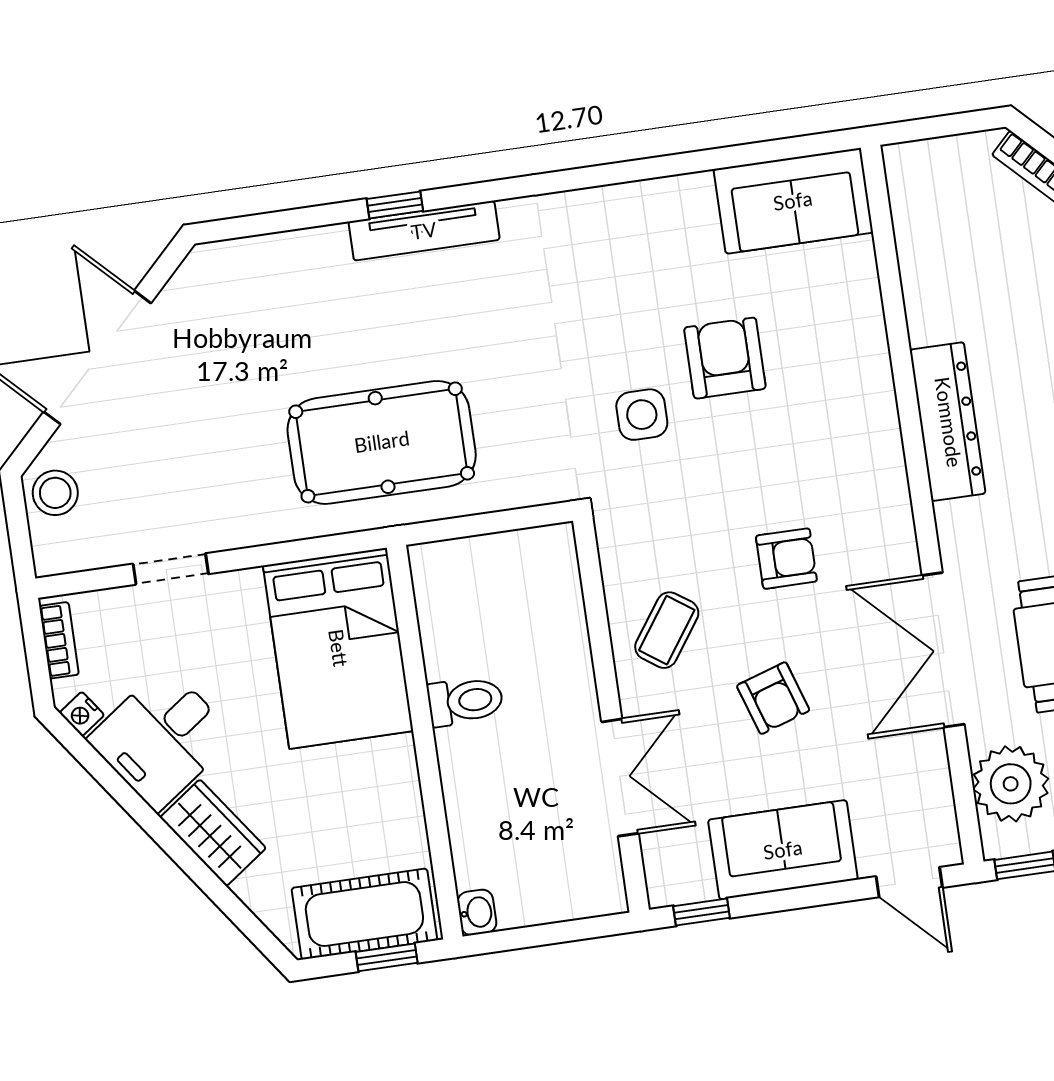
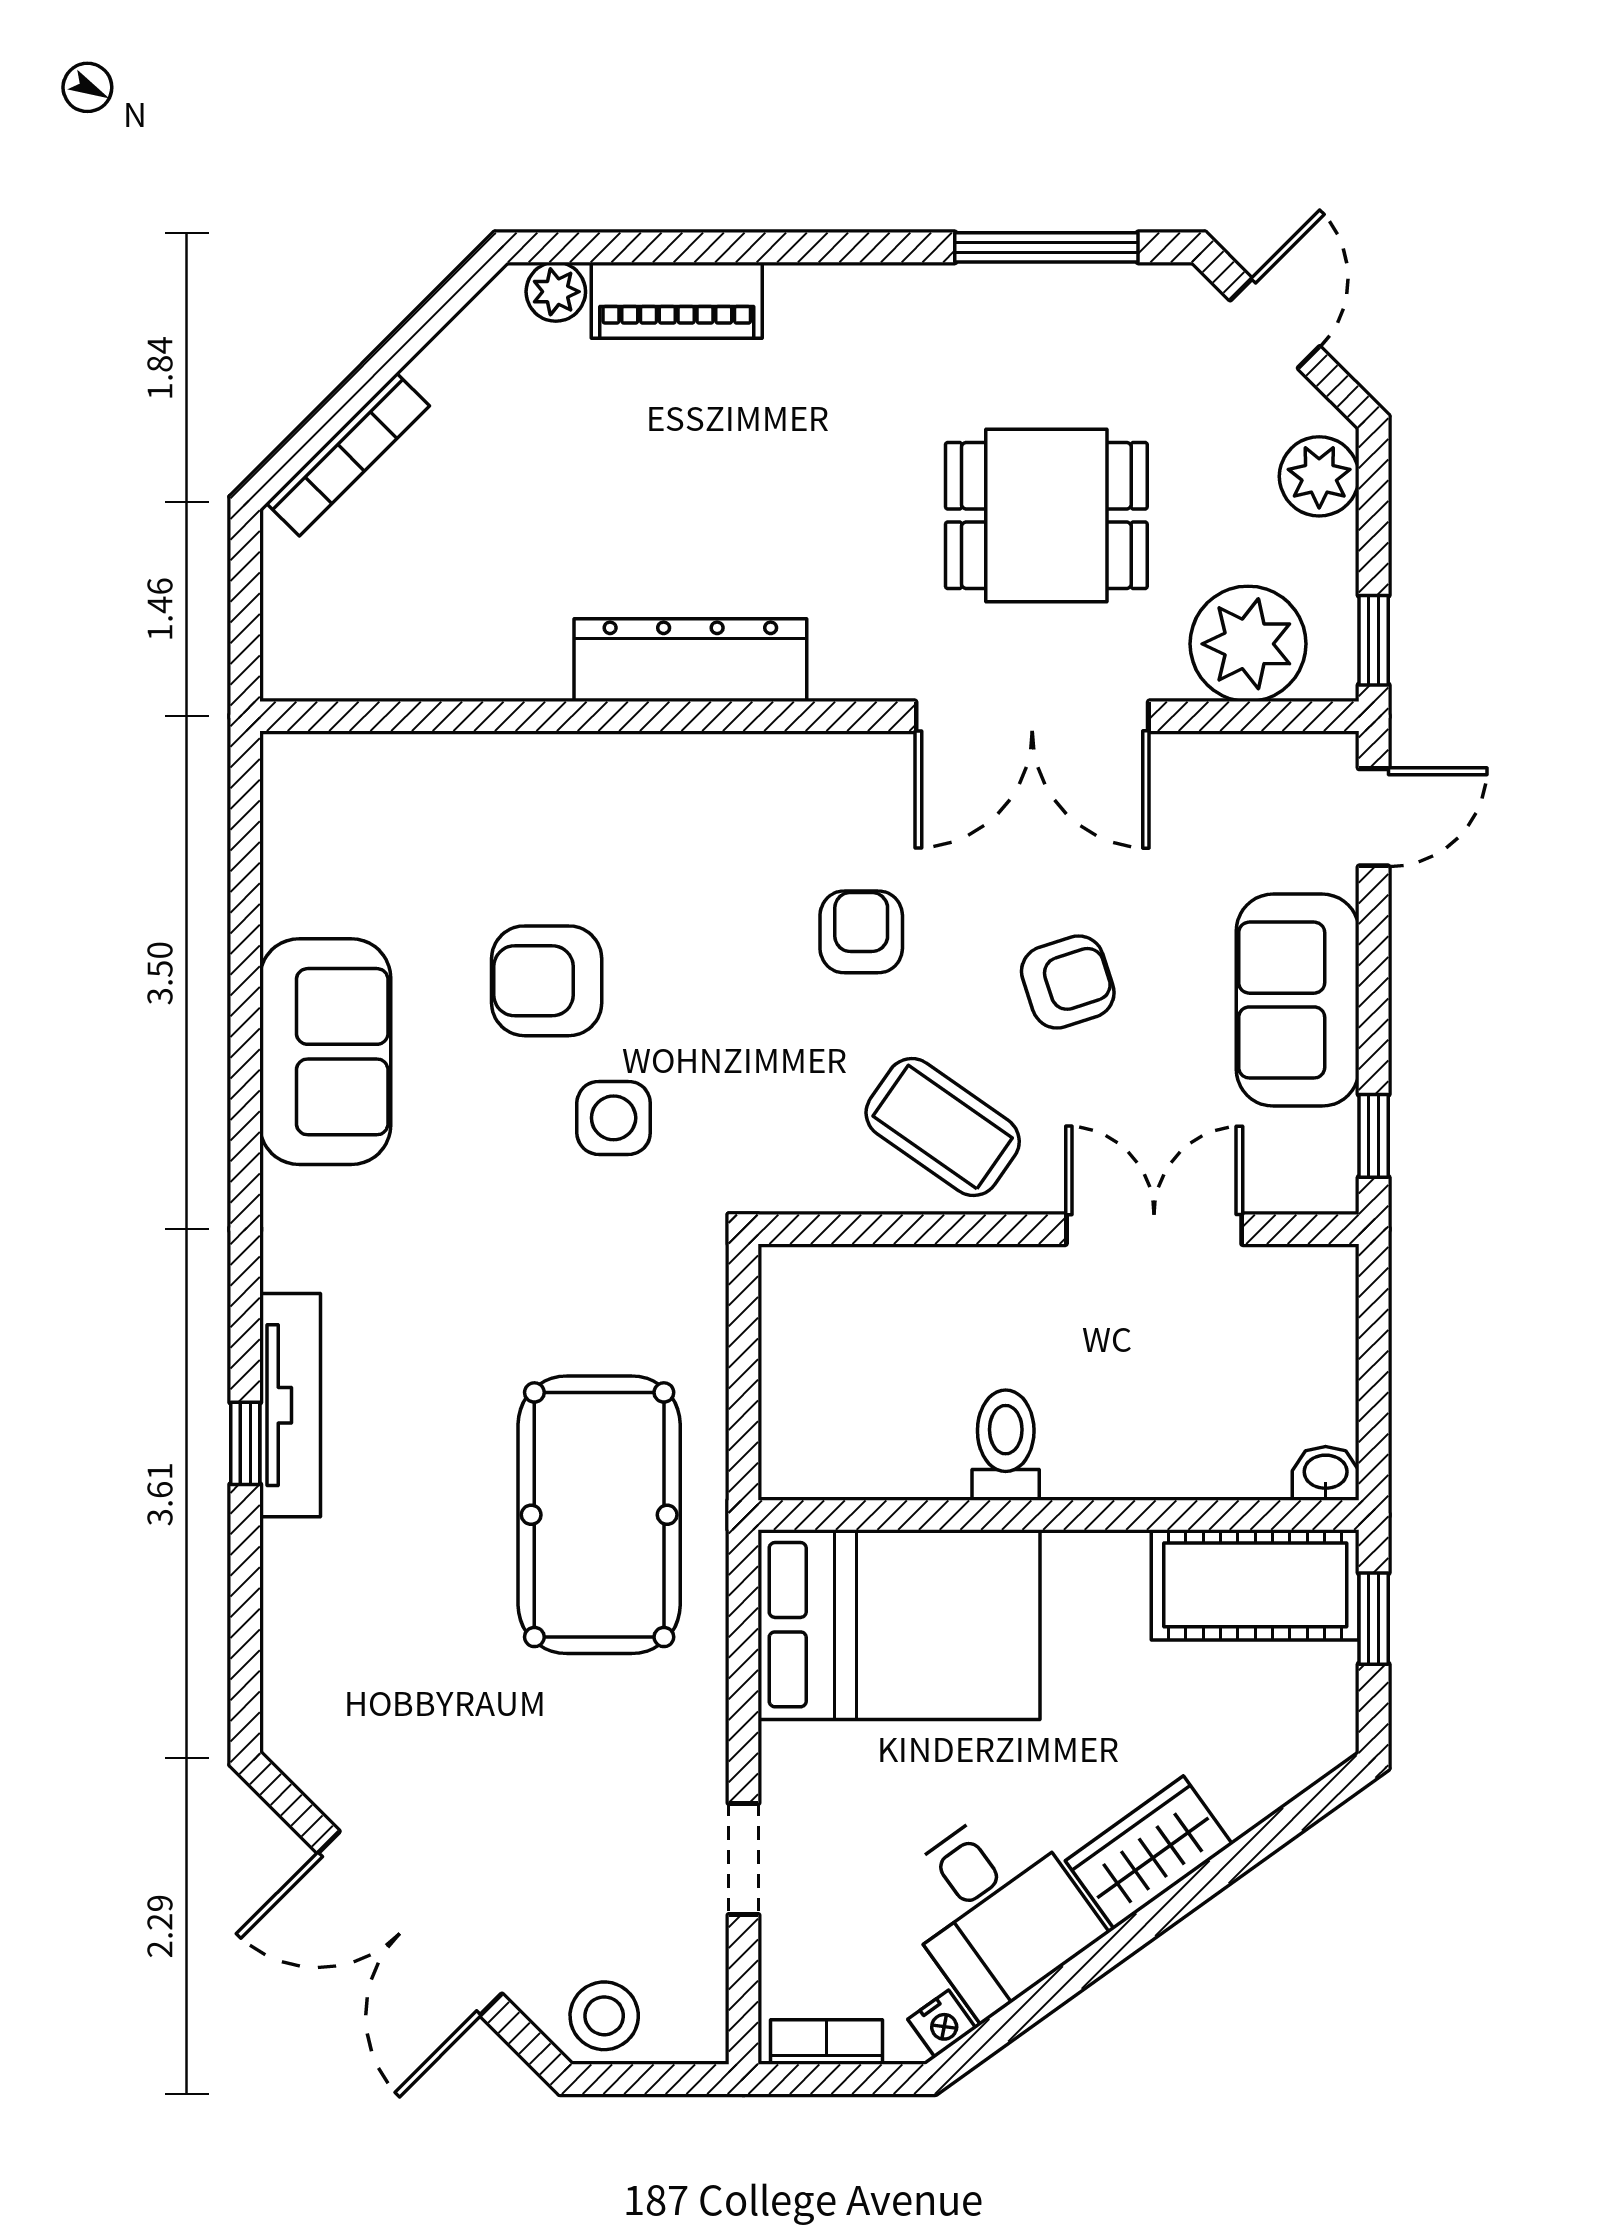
sofa: (793, 201) -> (325, 1052), moved
coffee table: (667, 630) -> (943, 1127), width x1.36, depth x1.30
cot: (364, 914) -> (1255, 1585), moved, turned 90

